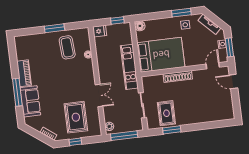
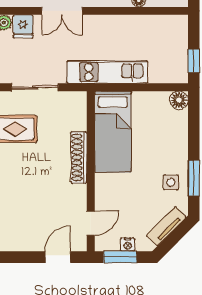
fridge: (100, 31) -> (23, 26), moved
bed: (161, 55) -> (113, 132), width x0.67
door: (213, 66) -> (91, 223), hinge flipped

